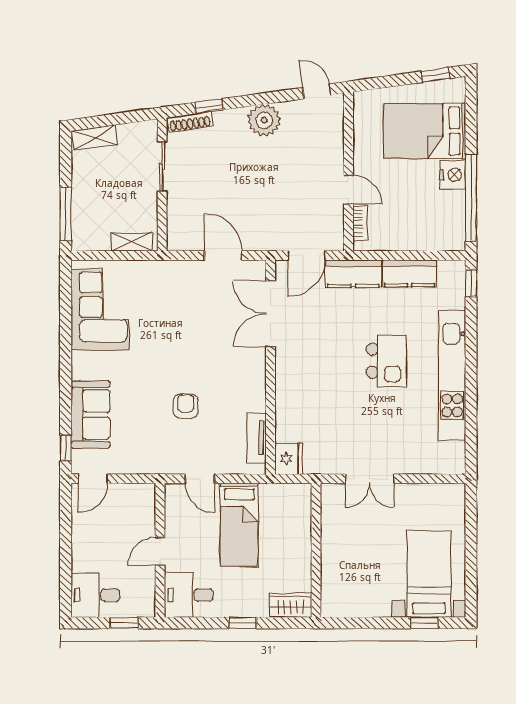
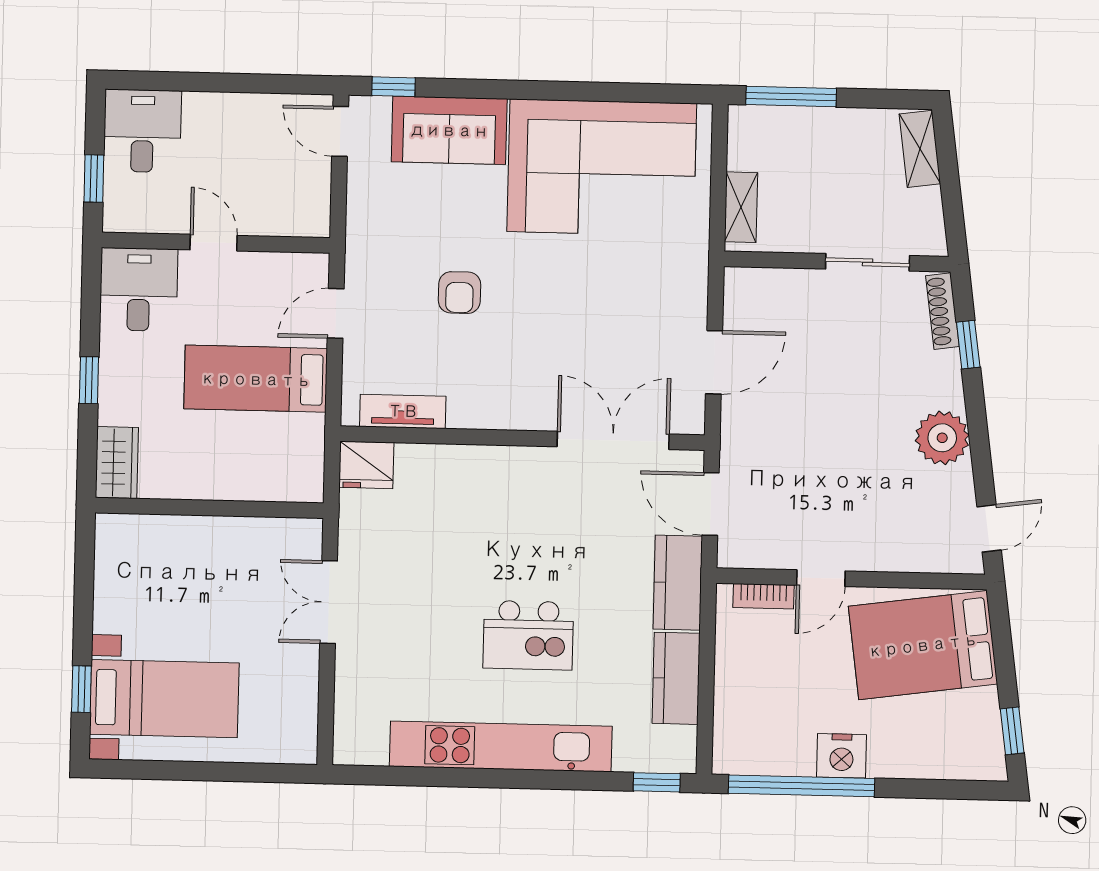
bed: (425, 131) -> (923, 645), moved, turned -98
corner sofa: (100, 310) -> (602, 168), width x1.36, depth x1.36
armchair: (186, 406) -> (460, 293), turned 90

